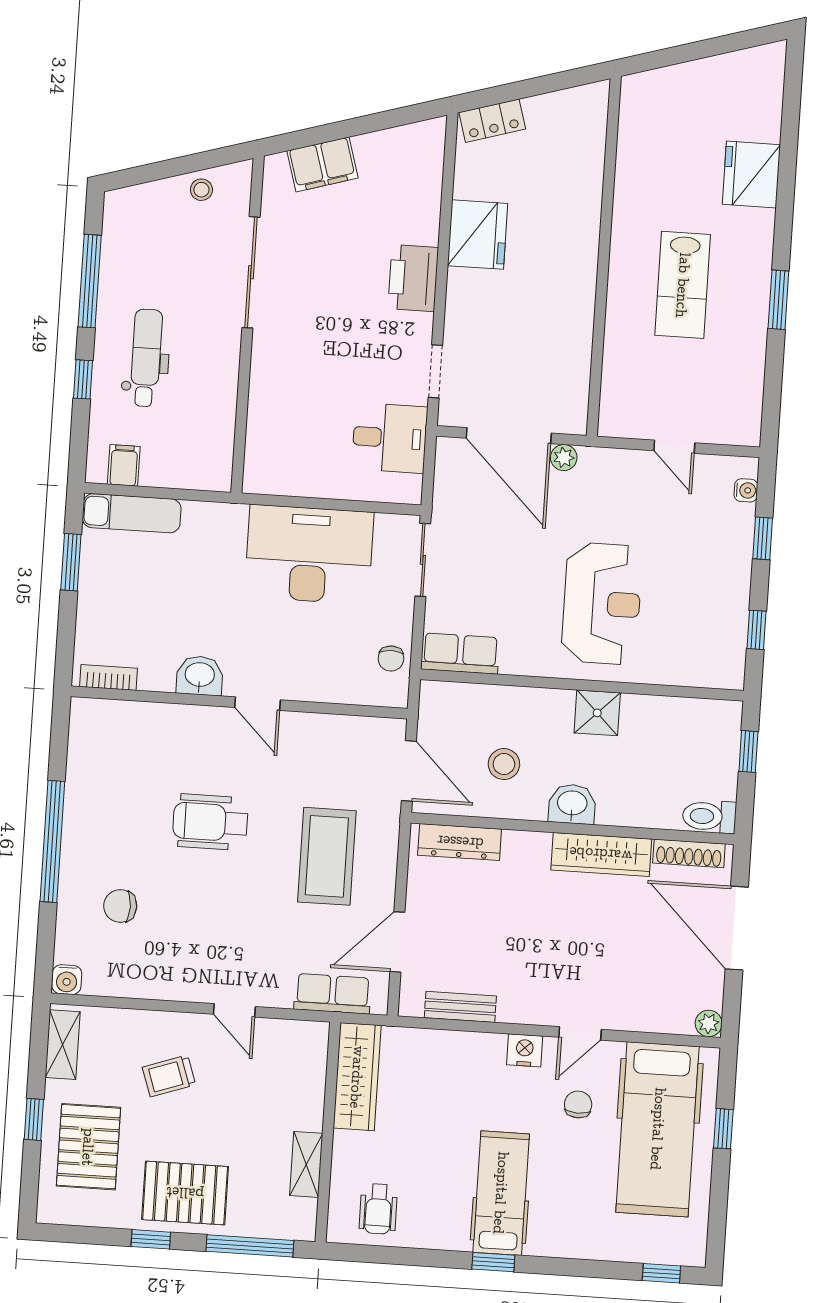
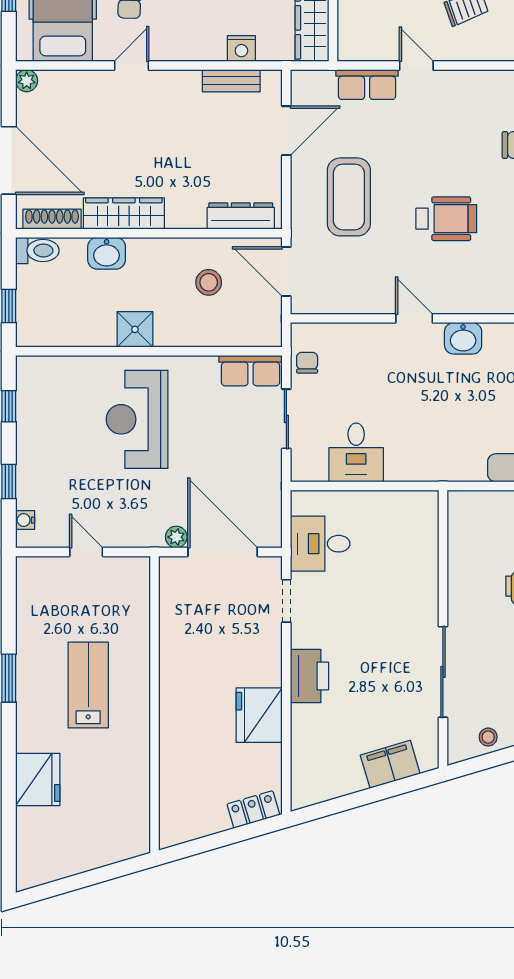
desk: (309, 554) -> (356, 452), width x0.53, depth x0.77
sliding door: (423, 560) -> (286, 419), moved
washbasin: (572, 804) -> (107, 253), moved
row of seats: (333, 994) -> (367, 85), moved
nightstand: (525, 1050) -> (241, 49), moved

